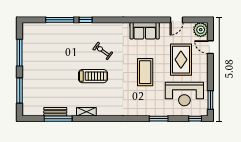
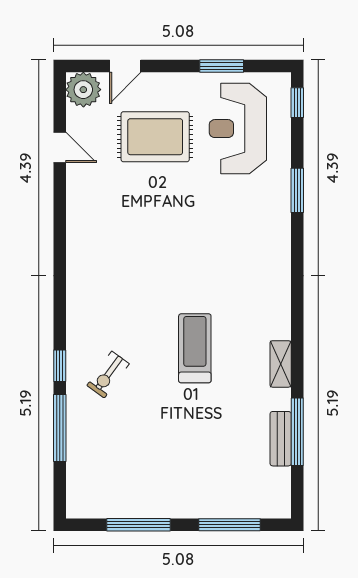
sofa: (145, 31) -> (86, 224), removed
exercise bike: (103, 51) -> (108, 375), moved
coffee table: (145, 72) -> (185, 223), removed
reception desk: (184, 94) -> (238, 129), turned 180
window: (210, 100) -> (222, 66), moved

